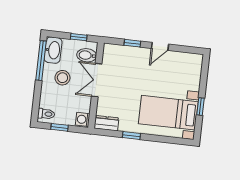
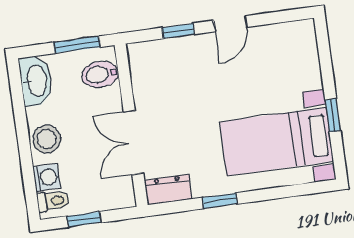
window: (79, 37) -> (77, 45), width x1.50
window: (41, 61) -> (19, 105), removed
stool: (62, 78) -> (47, 139), moved
double door: (97, 80) -> (134, 142), moved
washing machine: (83, 119) -> (46, 177), moved, turned 180

